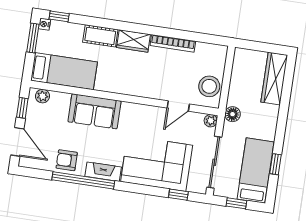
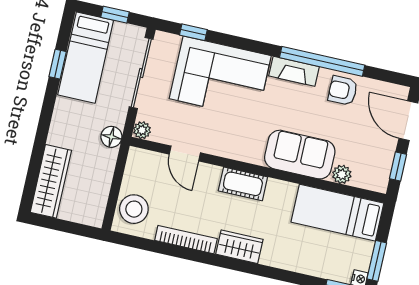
cot: (100, 36) -> (243, 184), moved
stool: (209, 86) -> (134, 209), moved
plant: (43, 96) -> (342, 174), moved
door: (178, 106) -> (185, 153), swing flipped
armchair: (67, 160) -> (343, 91), turned 180

